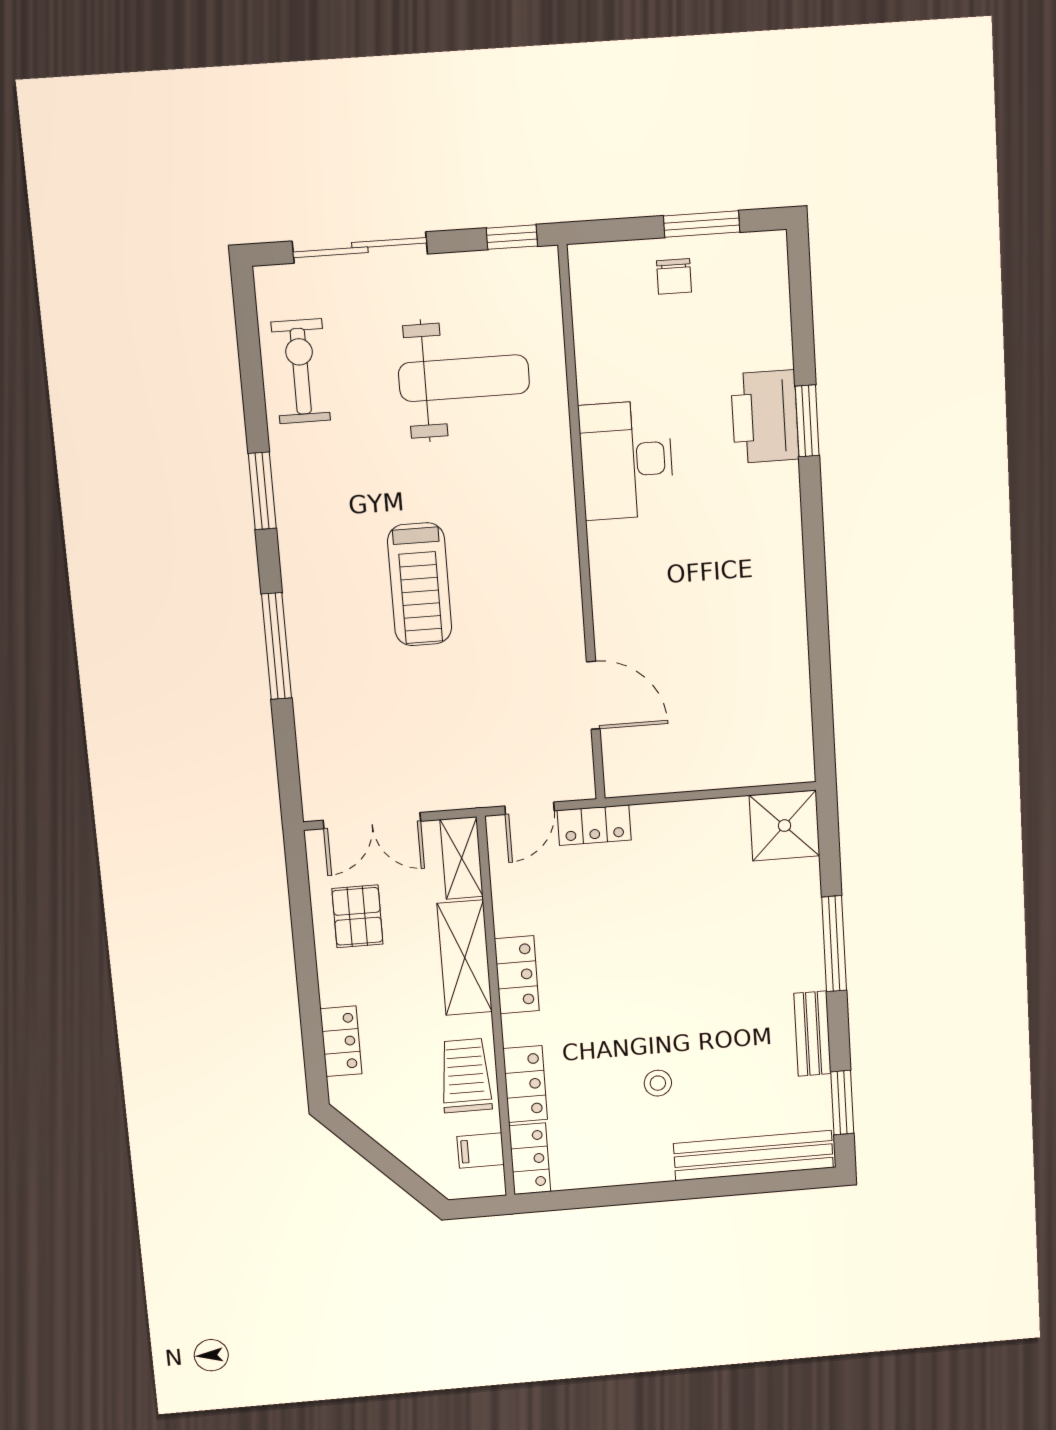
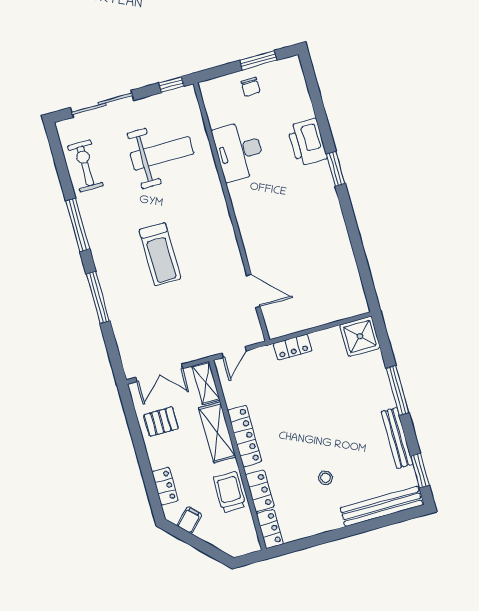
window: (807, 421) -> (336, 169), moved
desk: (626, 460) -> (239, 151), moved
window: (262, 491) -> (78, 225), width x1.44
locker: (594, 825) -> (293, 347), moved
pallet: (357, 916) -> (161, 422), turned 90
locker: (517, 975) -> (245, 436), width x1.53
bench: (813, 1034) -> (397, 438), width x1.36
filing cabinet: (481, 1150) -> (189, 520), moved, turned 135

